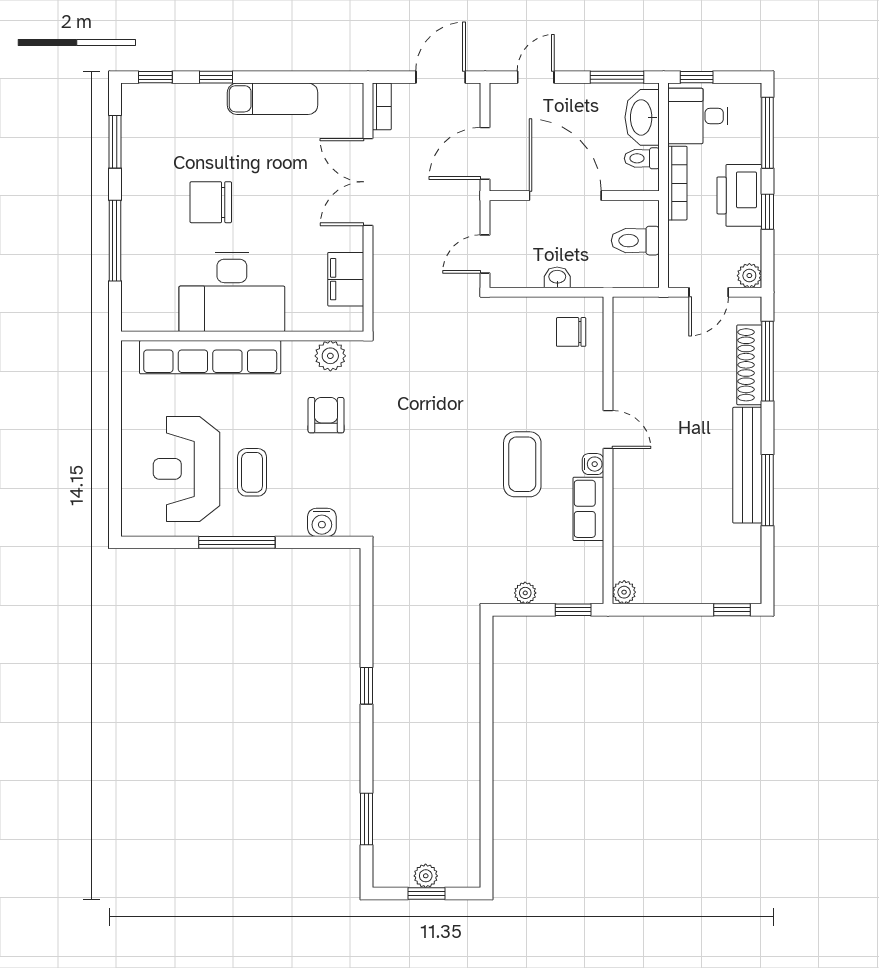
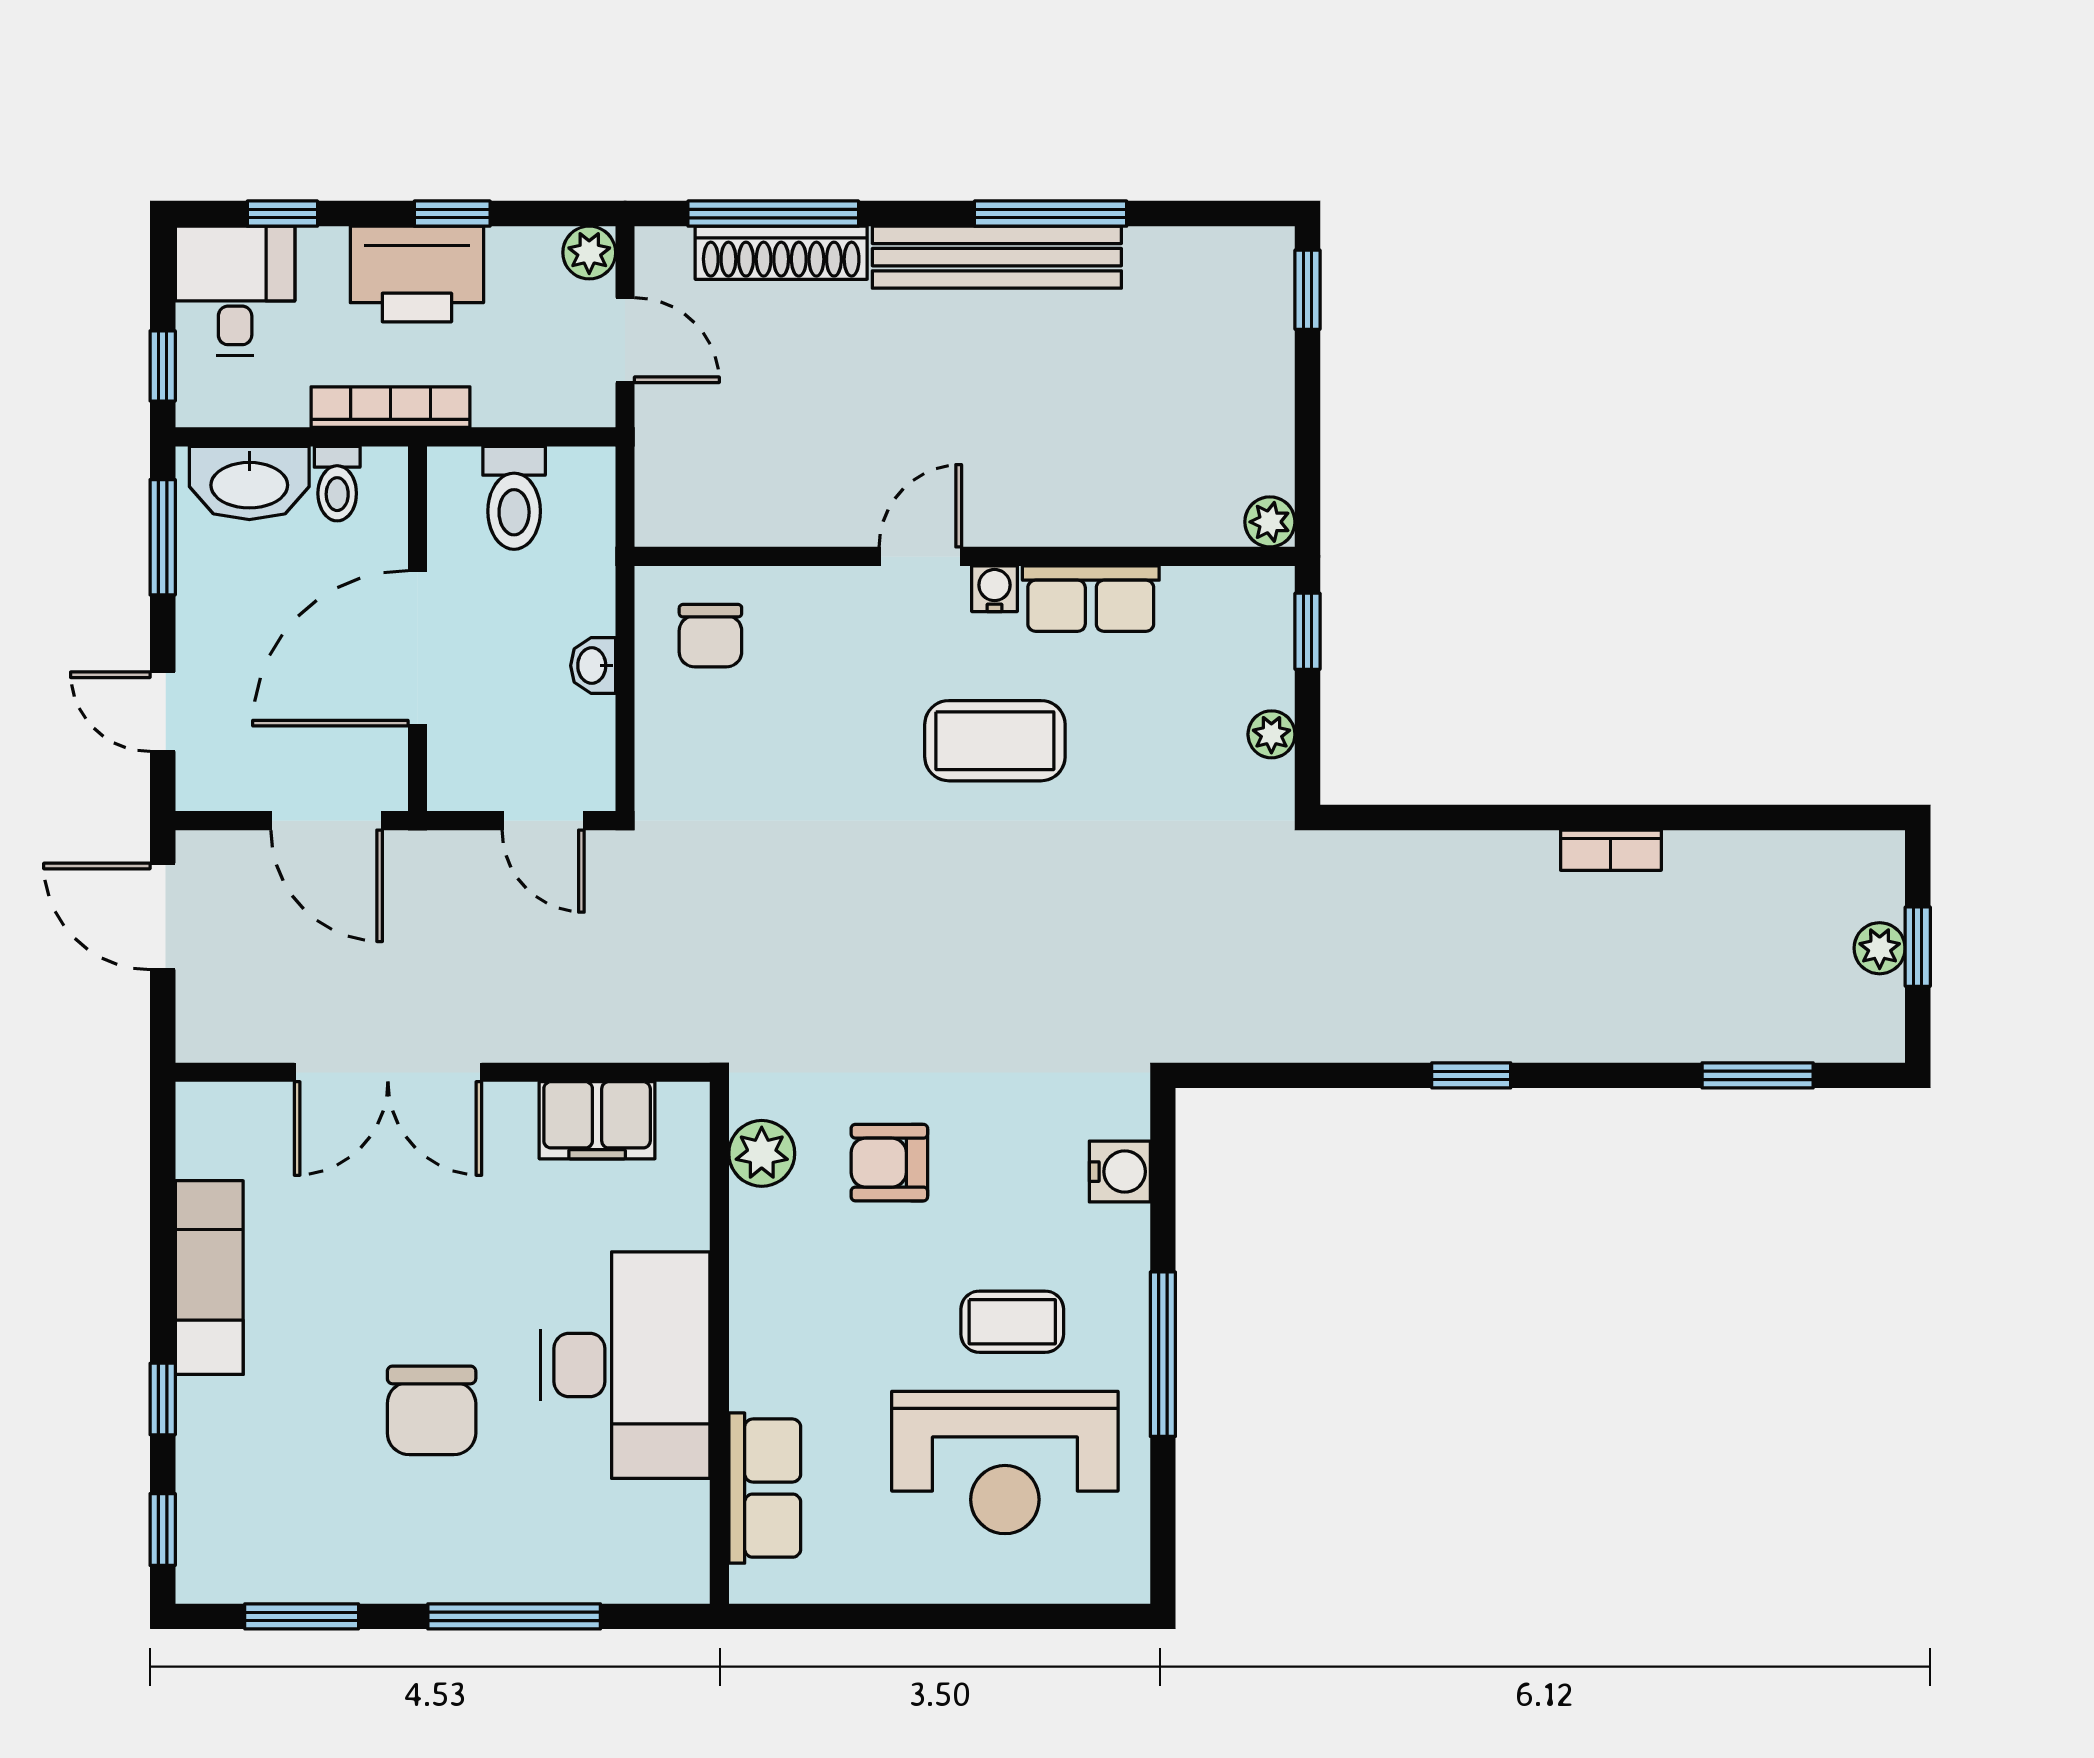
bookcase: (382, 106) -> (1611, 850), moved, turned 180
desk: (698, 116) -> (235, 291), moved, turned 180
window: (767, 133) -> (282, 214), width x0.46
row of seats: (210, 357) -> (765, 1488), width x0.50

